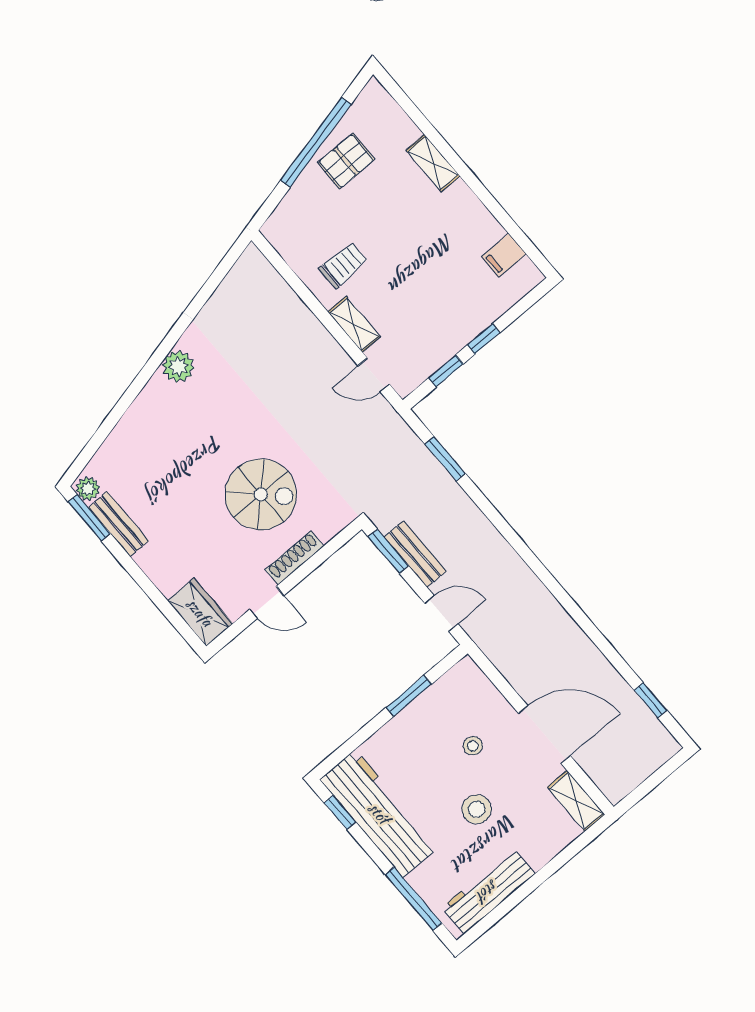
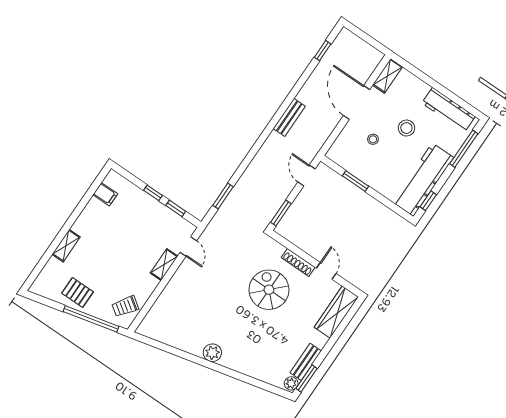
window: (316, 142) -> (91, 319), moved
trolley: (343, 265) -> (125, 306), moved, turned -55
bench: (415, 554) -> (289, 117), moved
wardrobe: (200, 612) -> (336, 312), width x1.50

